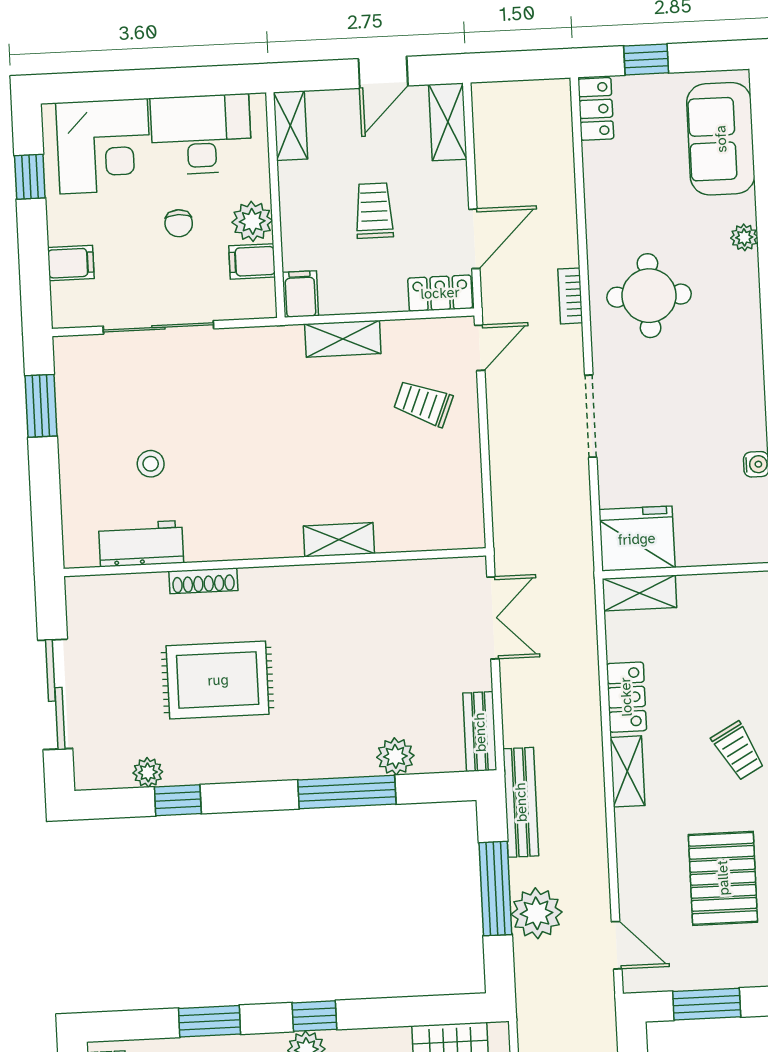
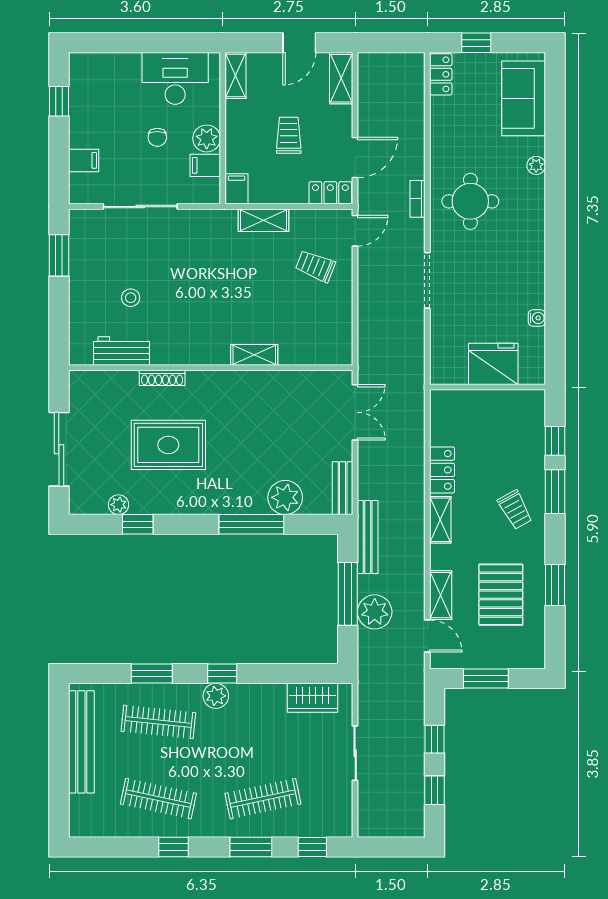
corner desk: (104, 146) -> (109, 83), removed
fridge: (637, 539) -> (493, 364), moved
shelving: (639, 593) -> (441, 595), moved, turned 90
plant: (395, 756) -> (285, 497), width x1.36, depth x1.36

